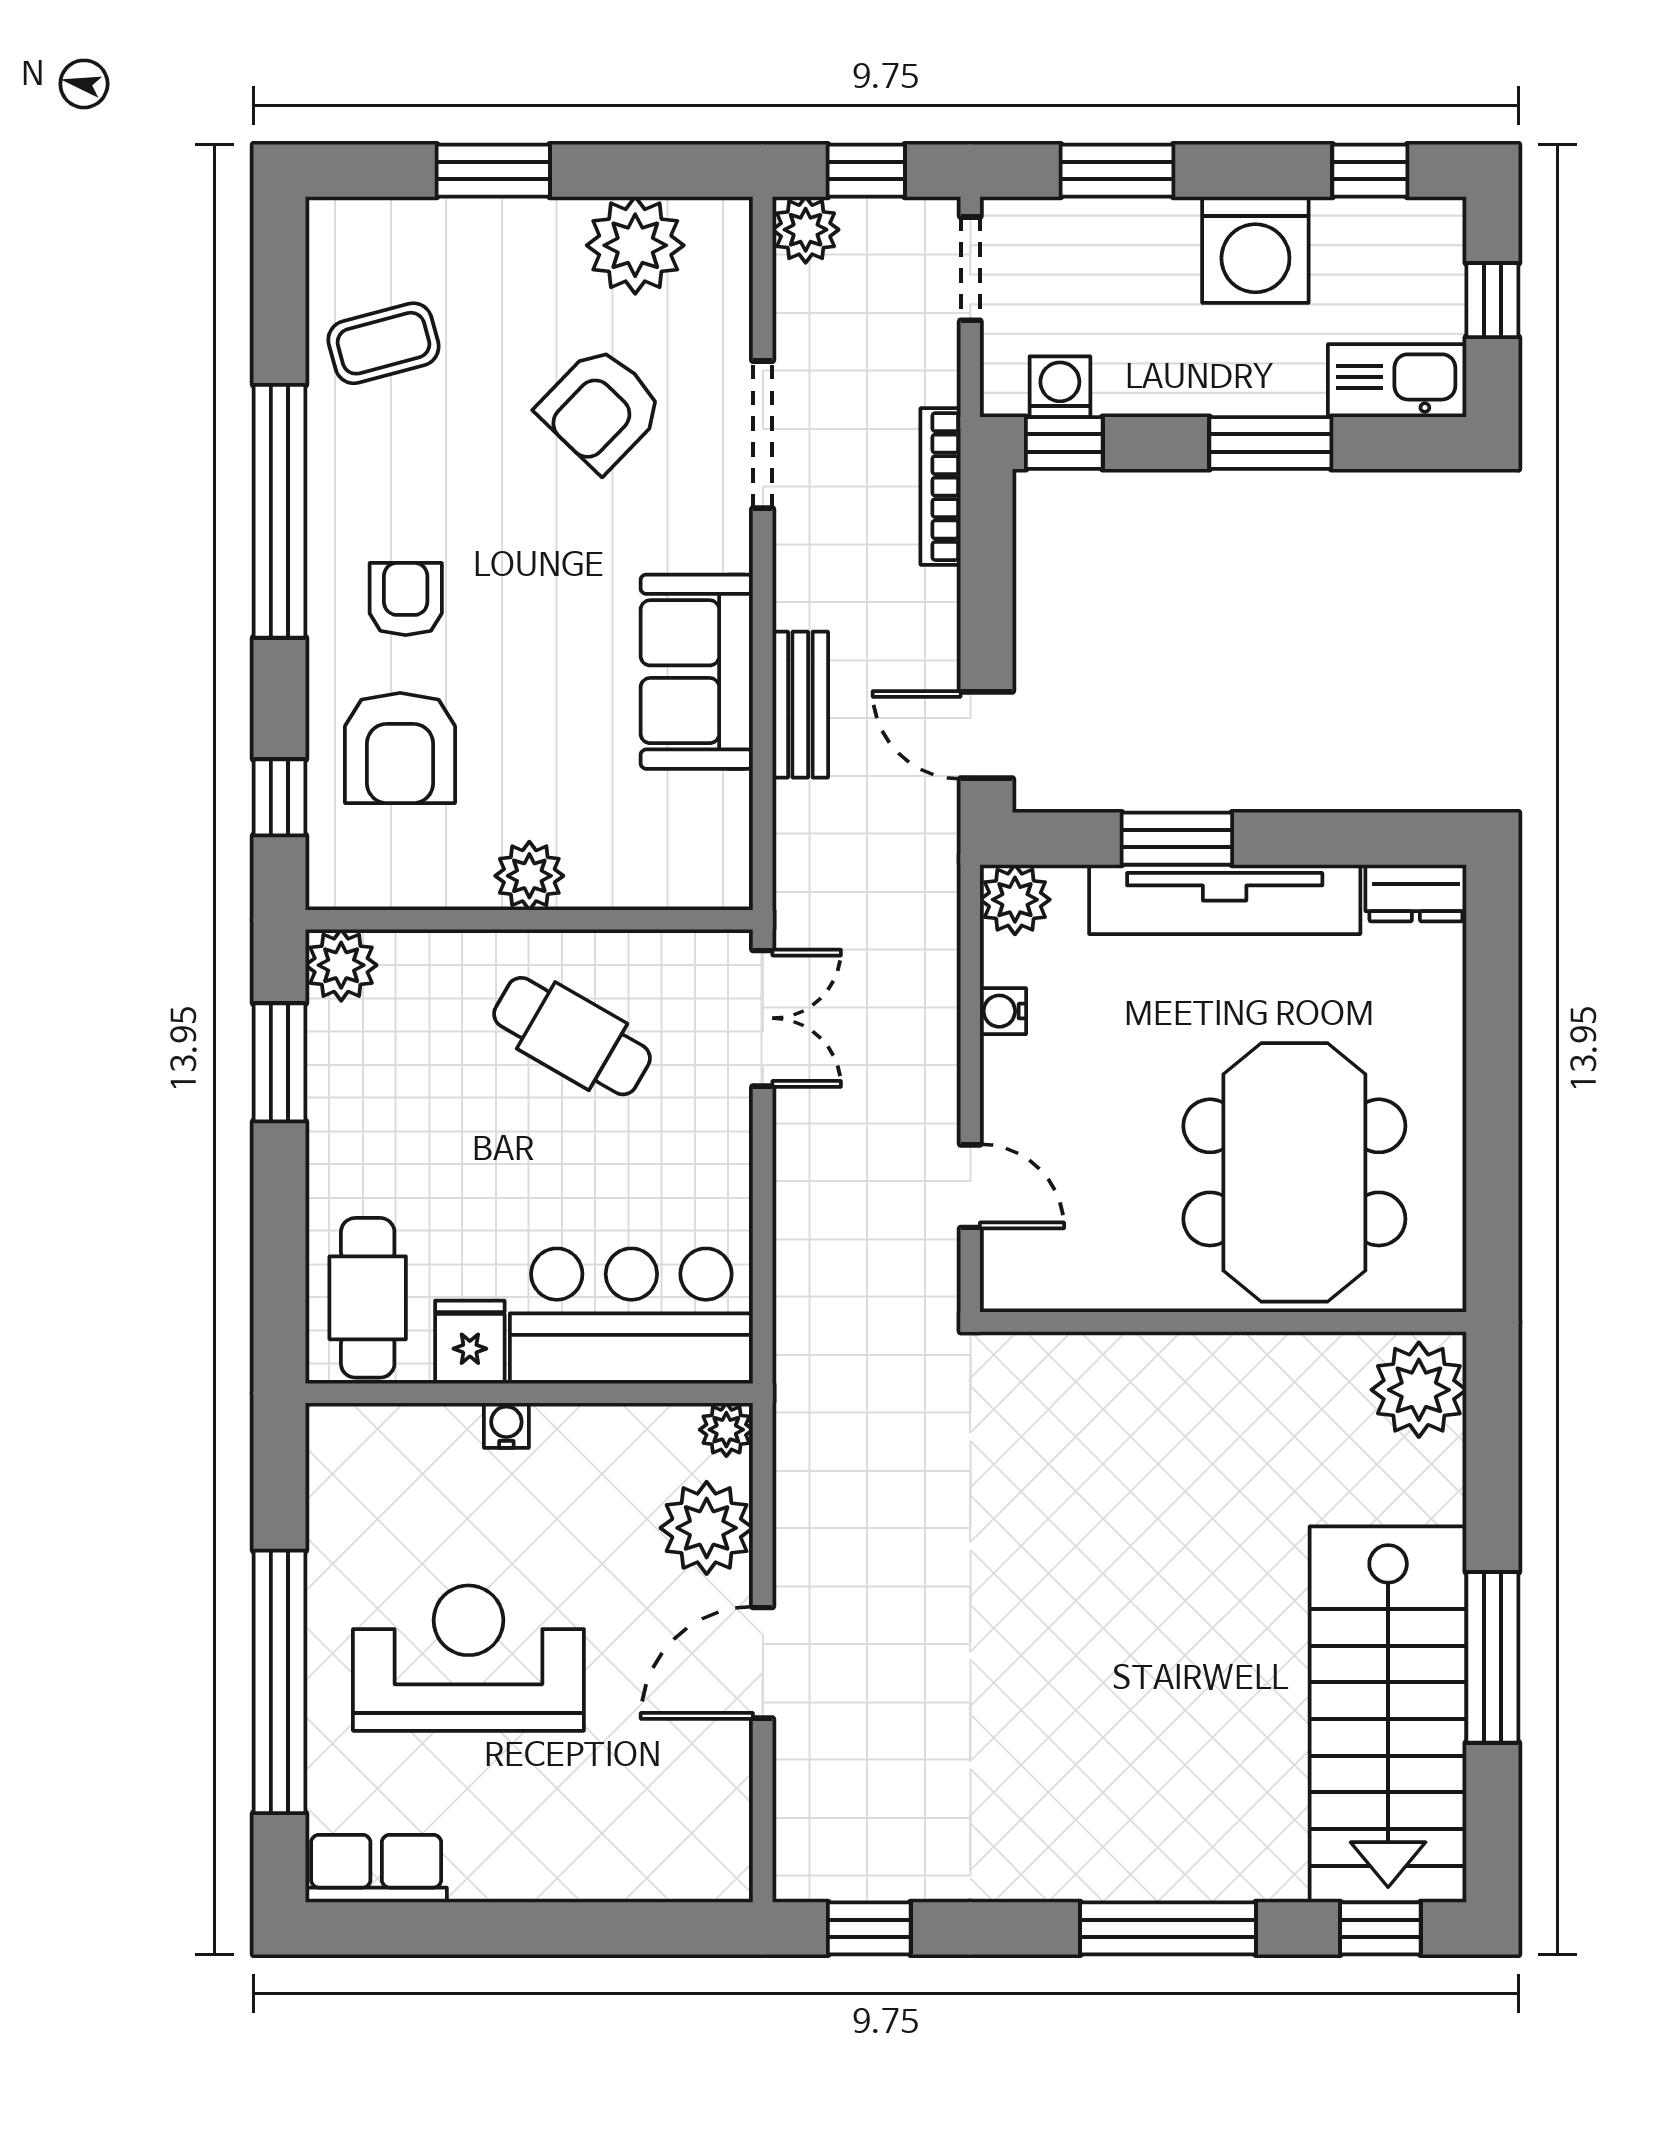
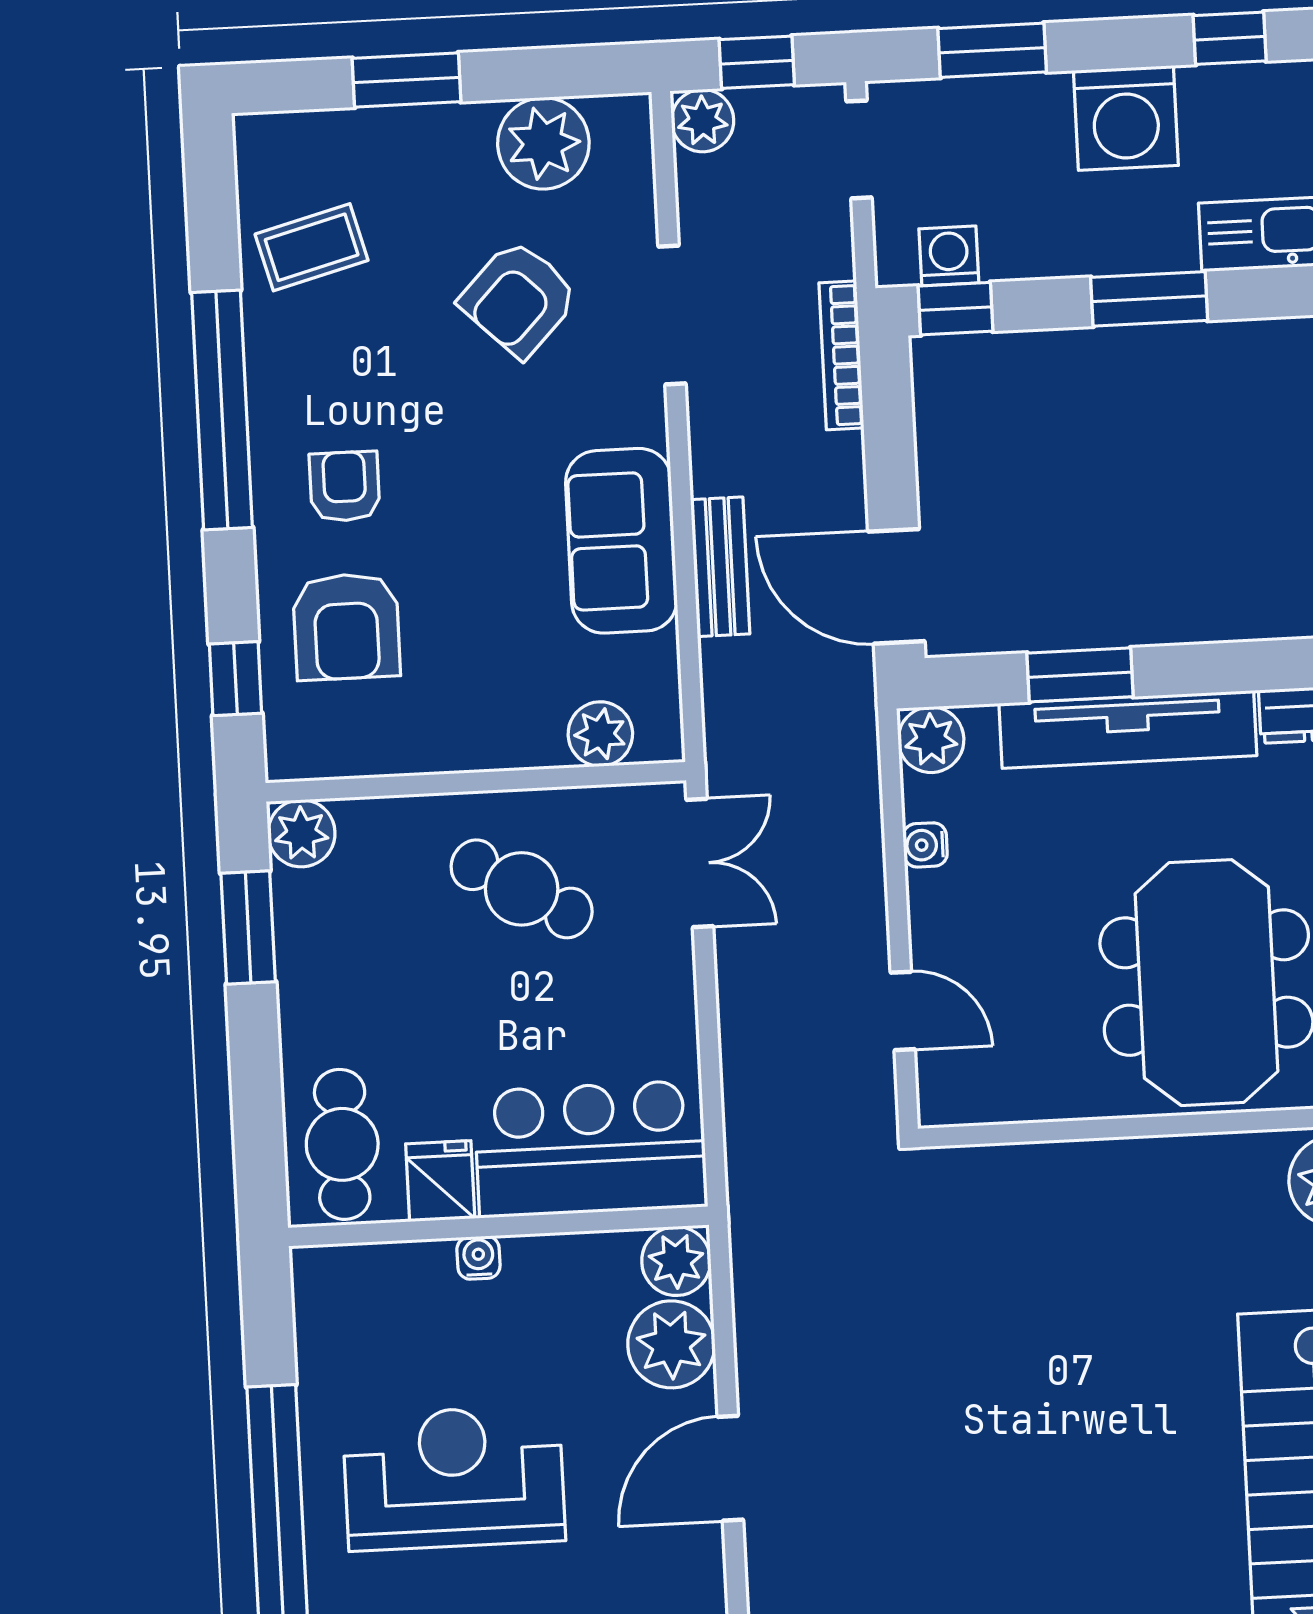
door: (986, 735) -> (896, 586), width x1.38
plant: (529, 876) -> (600, 734), moved
plant: (726, 1430) -> (676, 1261), width x1.38, depth x1.38

